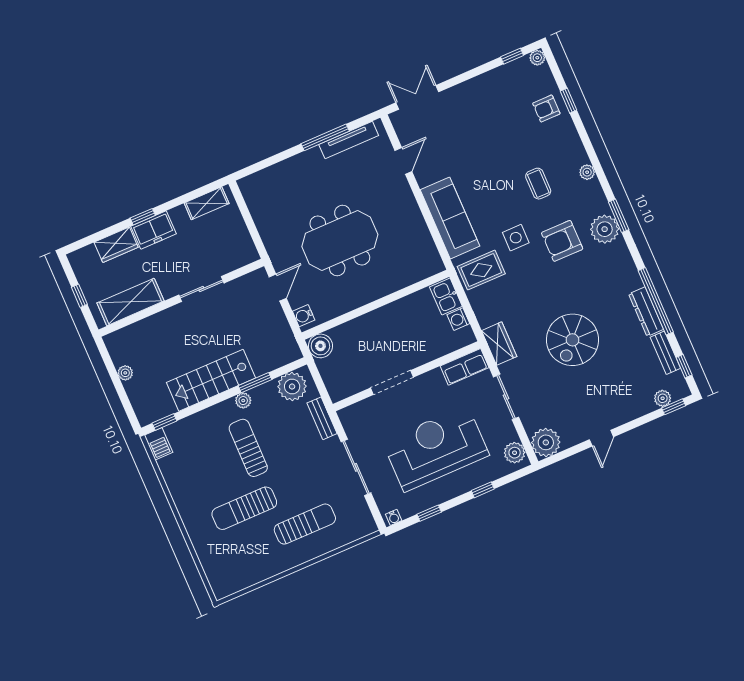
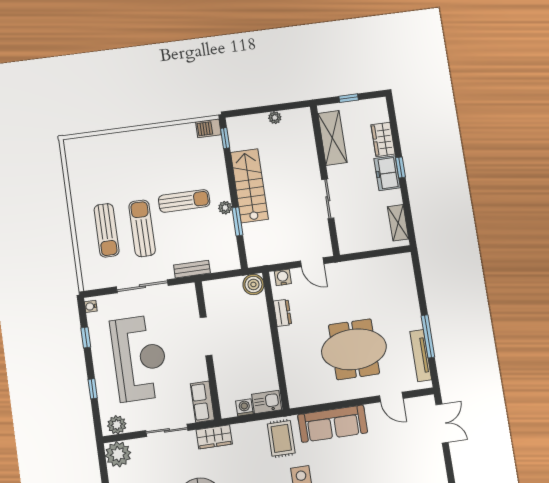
meeting table: (340, 240) -> (354, 349), moved, turned 90
dresser: (343, 305) -> (283, 313), added
plant: (292, 386) -> (226, 251), removed
sun lounger: (244, 508) -> (142, 228), moved

